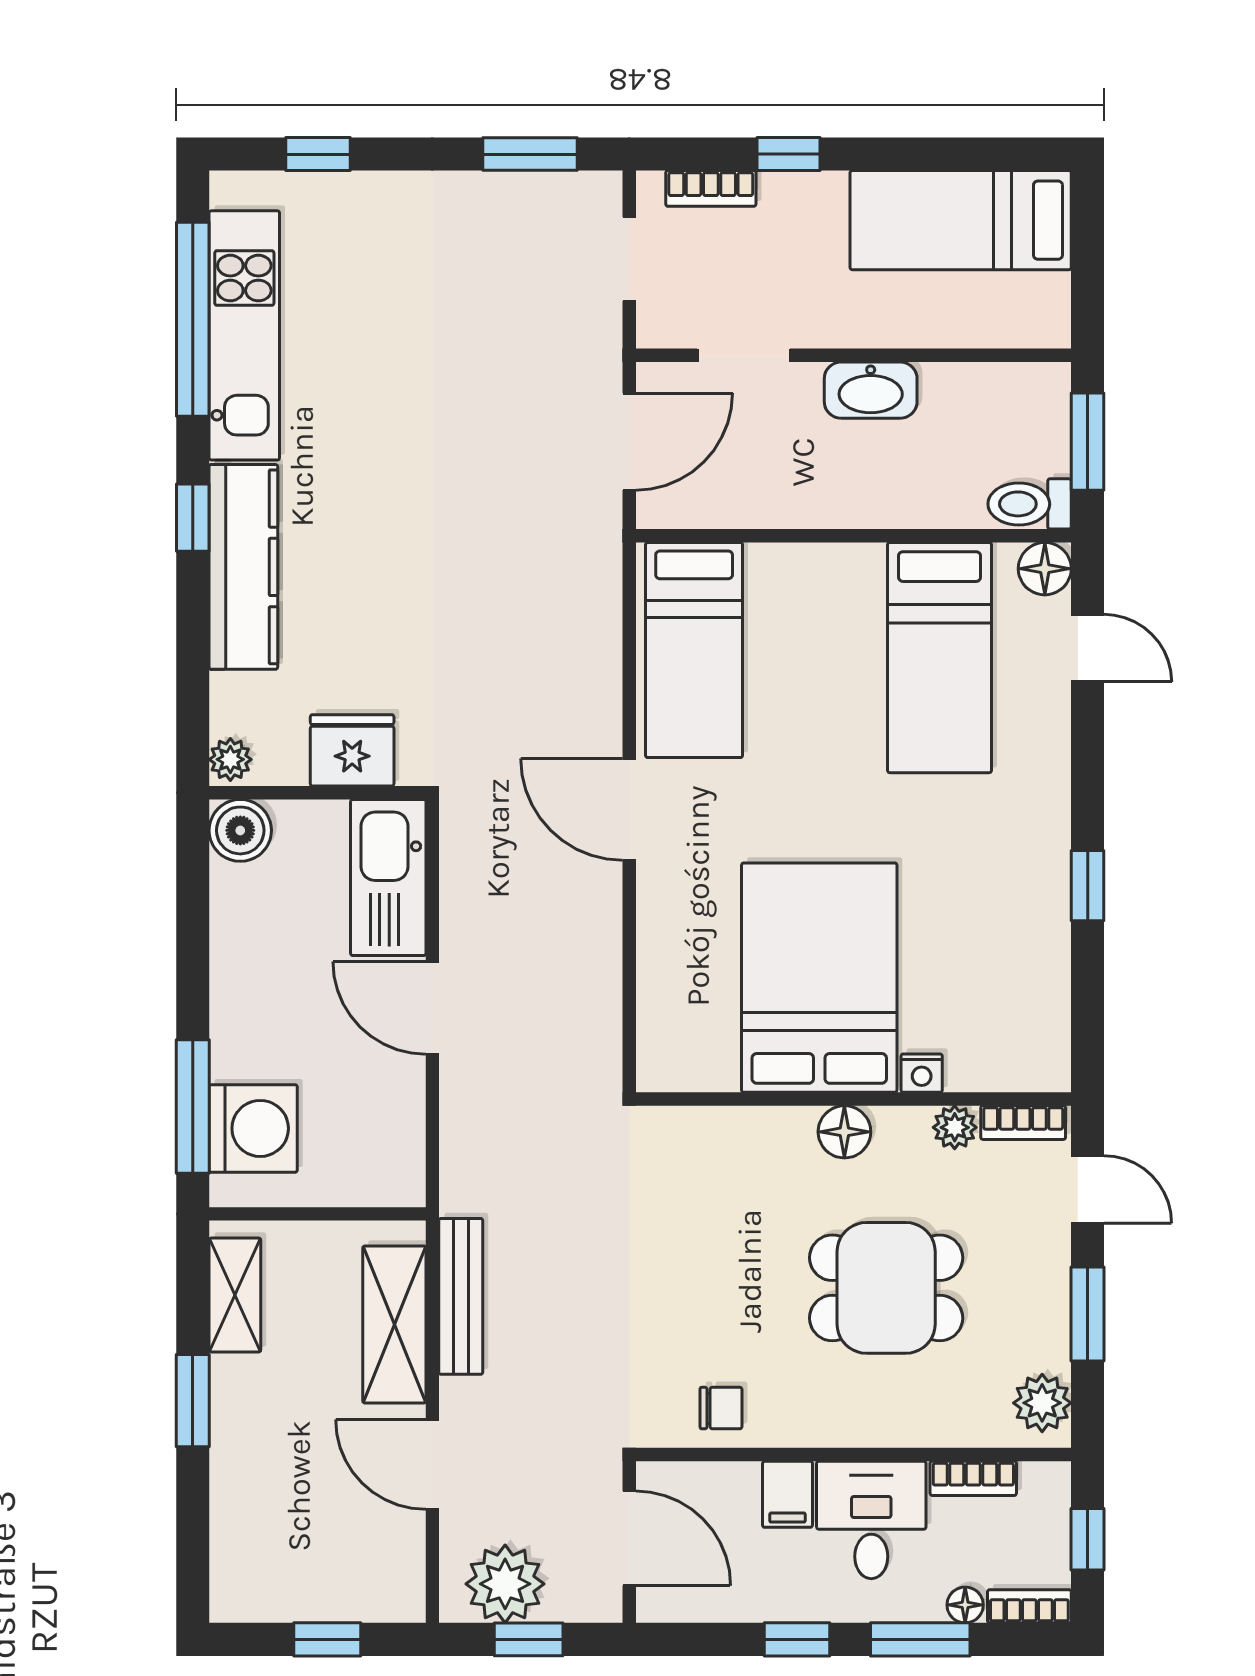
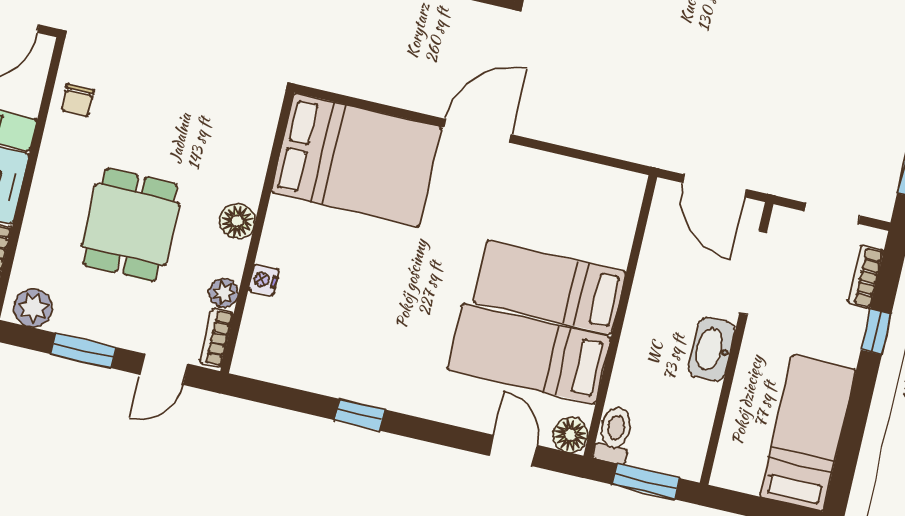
doorway: (744, 355) -> (753, 273), width x1.38
door: (1088, 648) -> (513, 450), swing flipped
bed: (694, 650) -> (549, 287), moved
bed: (819, 978) -> (356, 160), moved

